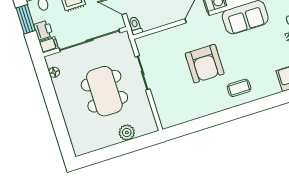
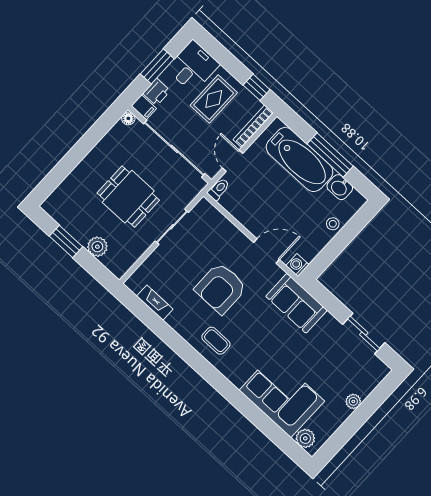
floor lamp: (54, 72) -> (128, 118), moved
dining table: (104, 91) -> (128, 197), width x0.73
fireplace: (188, 115) -> (155, 303), added
window: (111, 152) -> (66, 241), added

